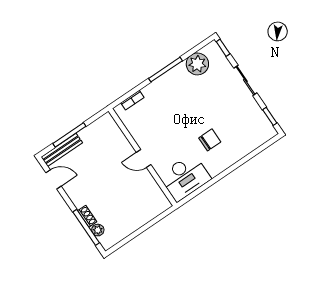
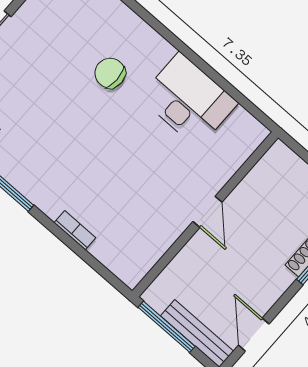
wall: (143, 157) -> (205, 214), moved
door: (144, 159) -> (207, 212), moved

